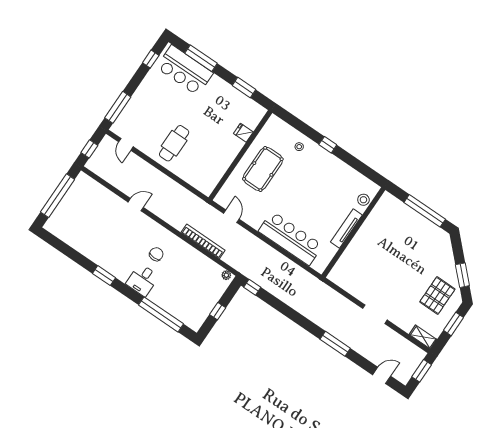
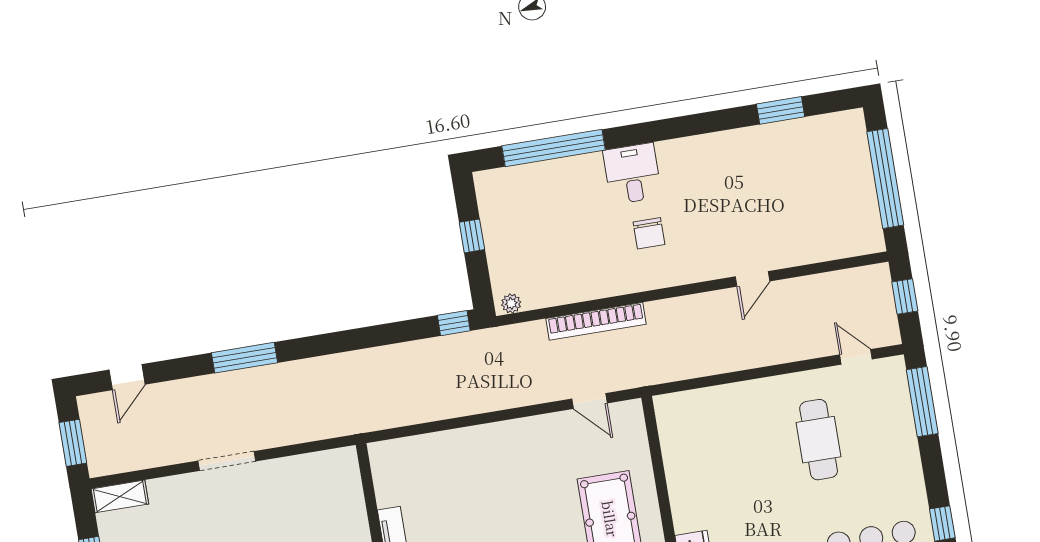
cafe table: (174, 143) -> (819, 440), moved
bar counter: (291, 238) -> (467, 454), removed
window: (104, 276) -> (781, 110), moved

